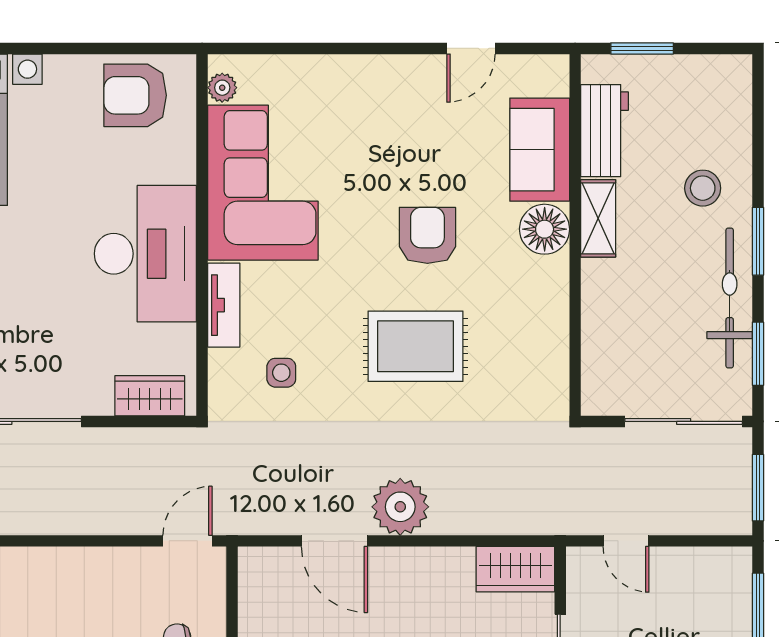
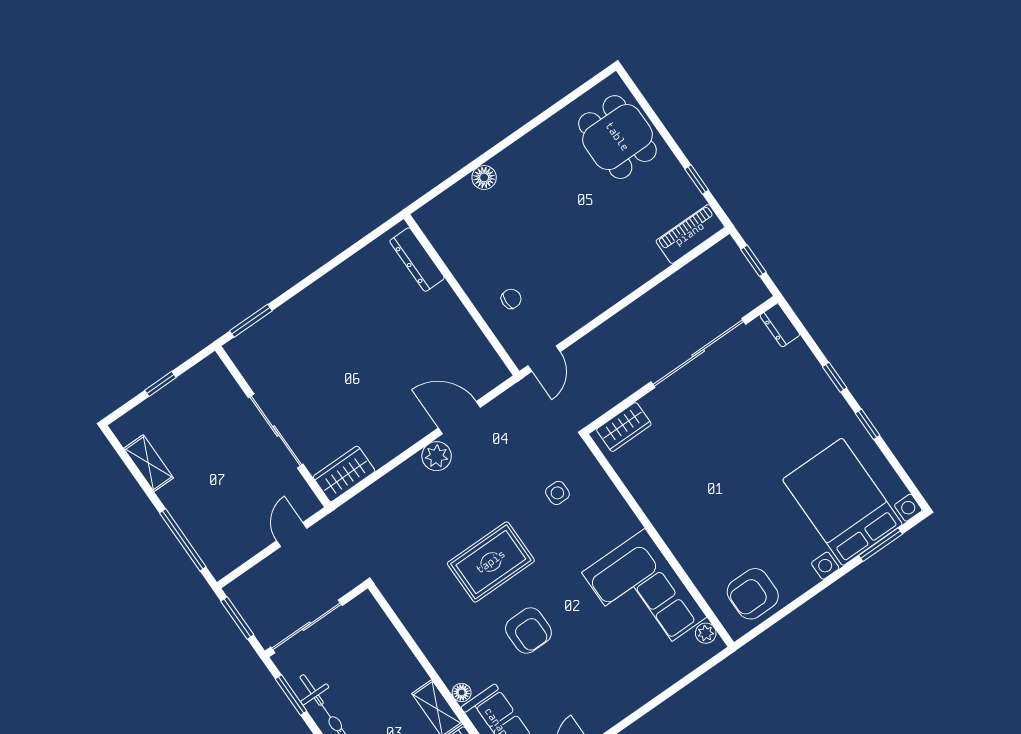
armchair: (135, 95) -> (753, 594), turned 180
floor lamp: (545, 229) -> (462, 692), width x0.53, depth x0.53
desk: (145, 254) -> (683, 507), removed
tv unit: (224, 305) -> (618, 509), removed
plant: (400, 507) -> (437, 456), width x0.73, depth x0.73
door: (626, 541) -> (292, 535), hinge flipped

